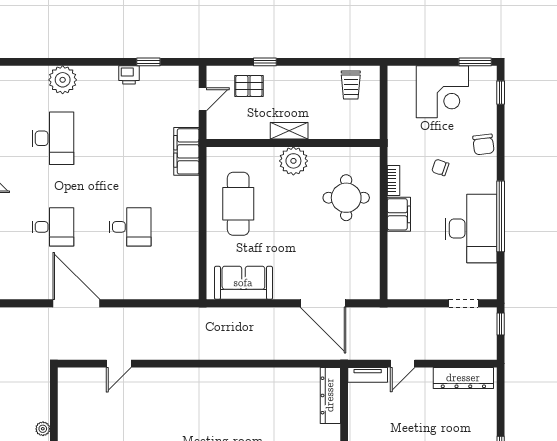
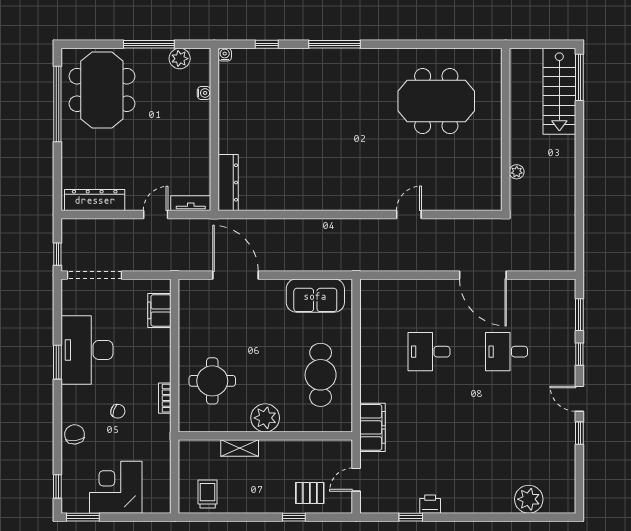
plant: (63, 80) -> (529, 499), moved
shelving: (289, 131) -> (240, 448), moved
desk: (53, 138) -> (507, 441), removed
filing cabinet: (399, 214) -> (159, 310), moved
window: (501, 216) -> (57, 362), width x0.47
doorway: (464, 303) -> (95, 275), width x1.88
door: (119, 364) -> (409, 215), moved
plant: (43, 429) -> (517, 172), moved

